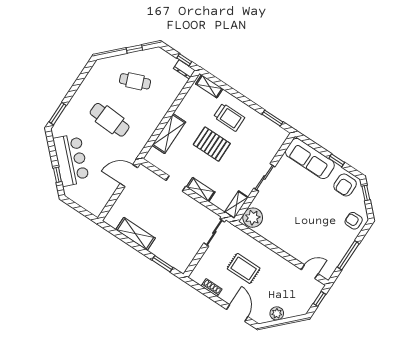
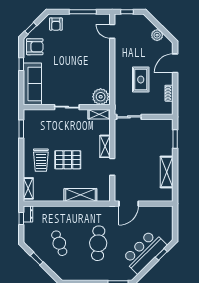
trolley: (229, 117) -> (41, 160), turned 180
pallet: (212, 144) -> (68, 160), turned 90
door: (129, 176) -> (129, 204), hinge flipped

